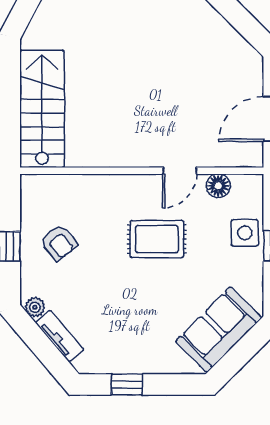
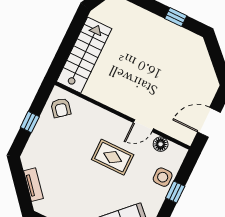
armchair: (59, 243) -> (61, 108), moved
plant: (35, 307) -> (27, 162), removed

